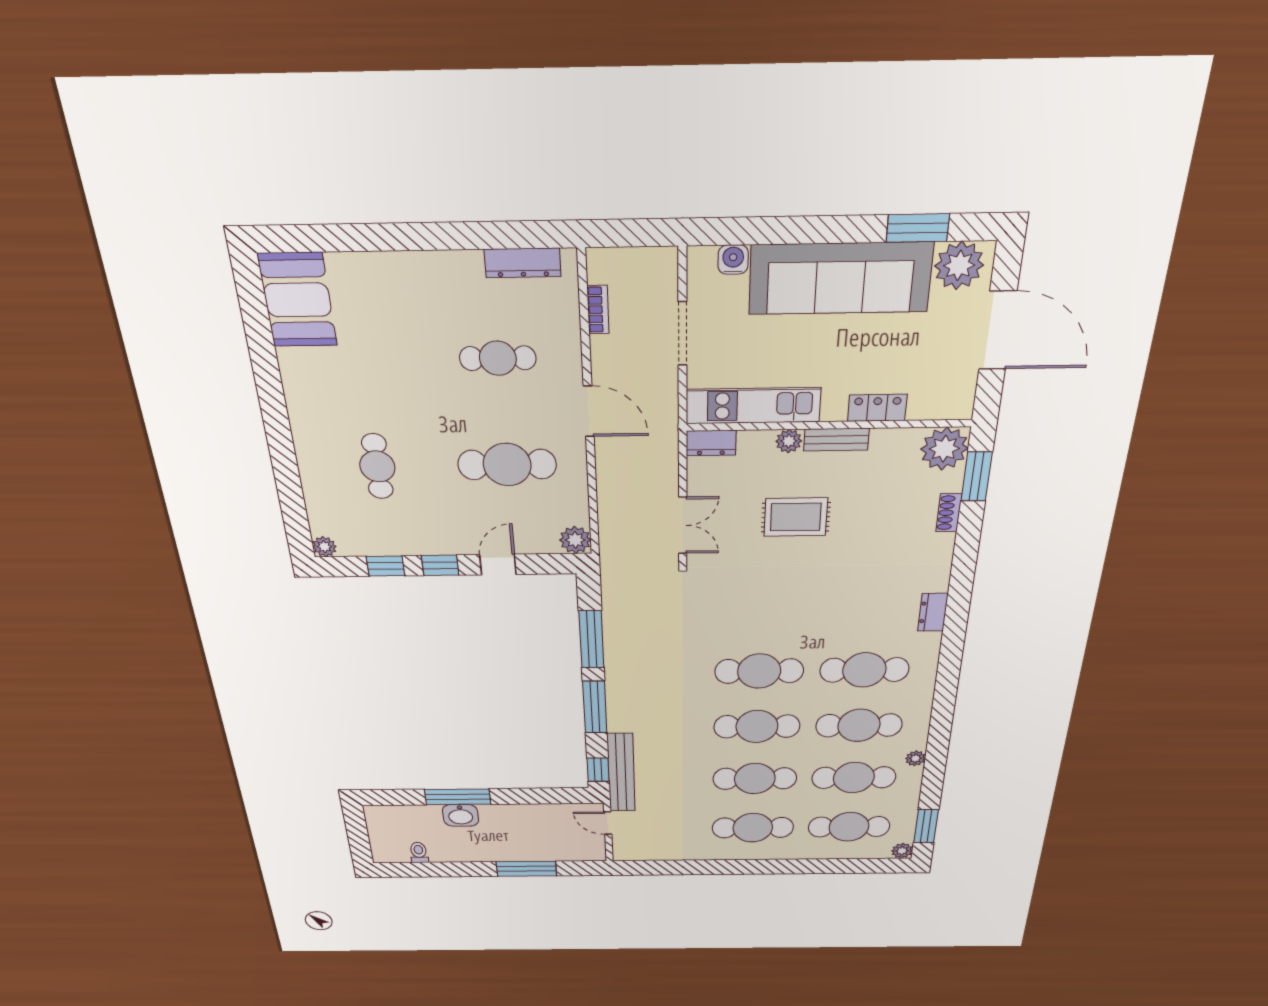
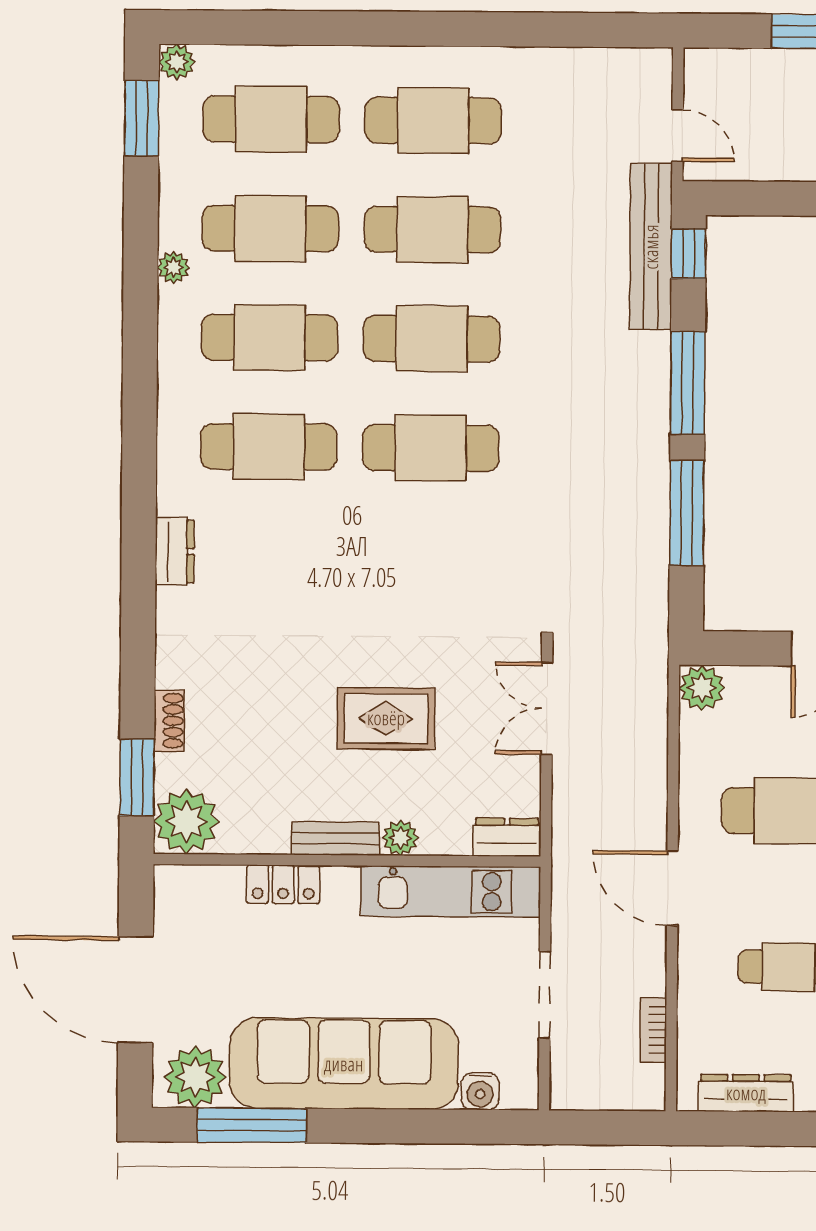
window: (918, 228) -> (252, 1125), width x1.44

